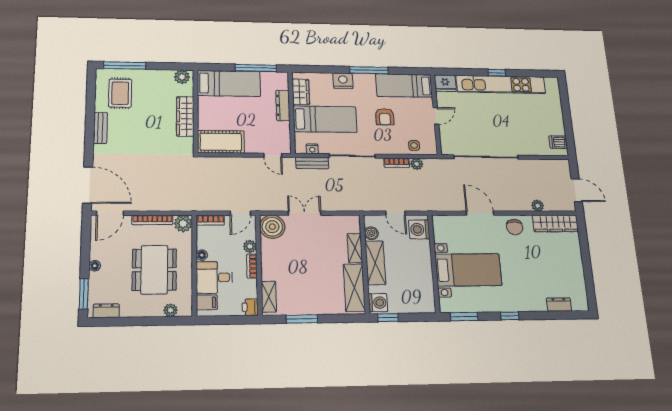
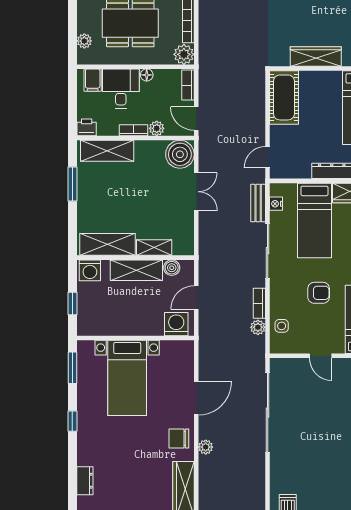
armchair: (385, 117) -> (319, 293), turned 180
plant: (538, 206) -> (206, 447), moved
shelving: (269, 297) -> (107, 151), width x1.50, depth x1.33
window: (388, 318) -> (72, 303), moved

